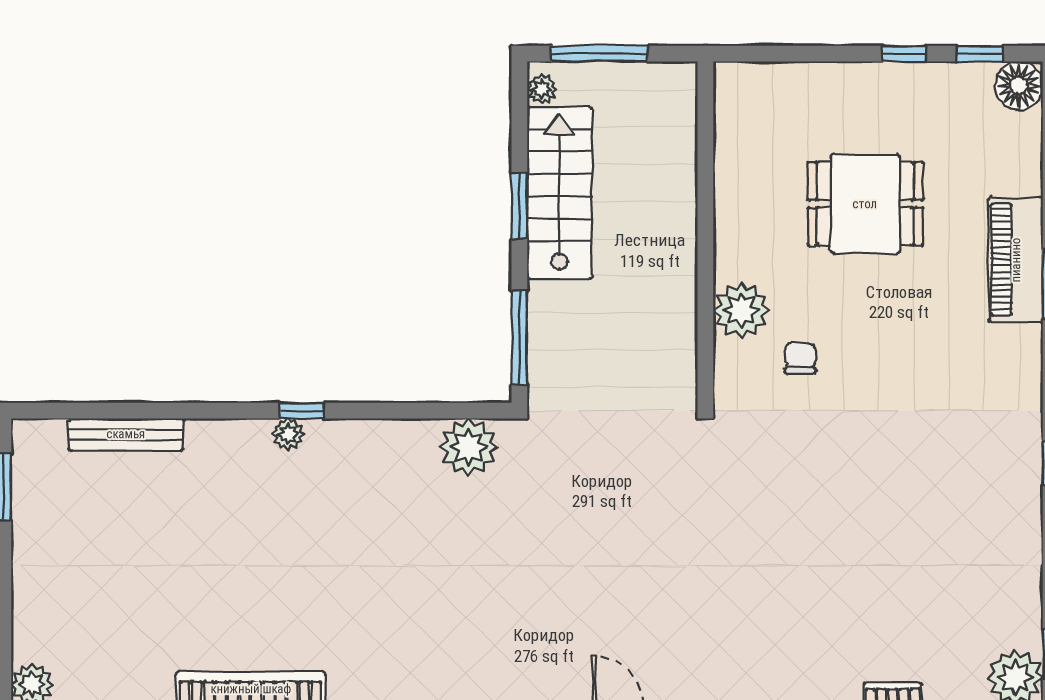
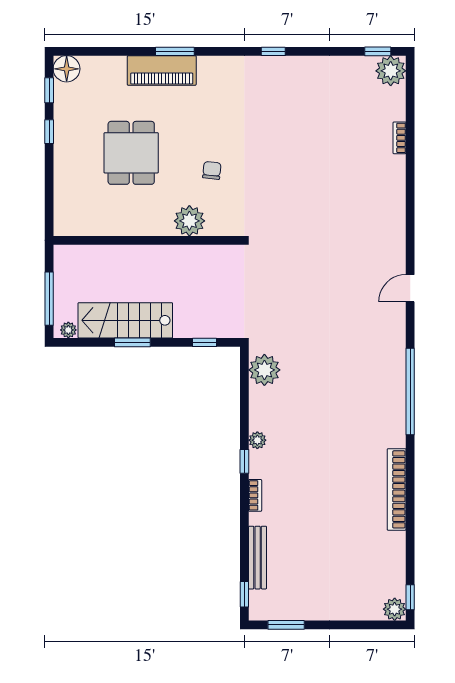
window: (519, 338) -> (205, 342), width x0.46
chair: (800, 358) -> (212, 170), moved, turned 96
window: (59, 411) -> (244, 594), added
bookcase: (240, 430) -> (255, 495), added
plant: (288, 434) -> (257, 440), moved

